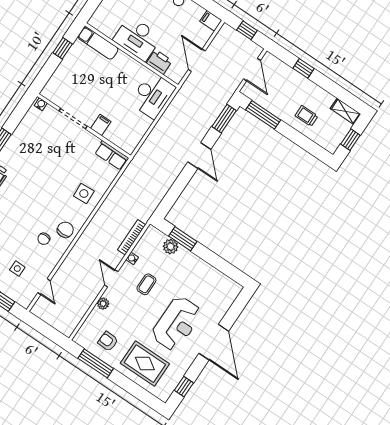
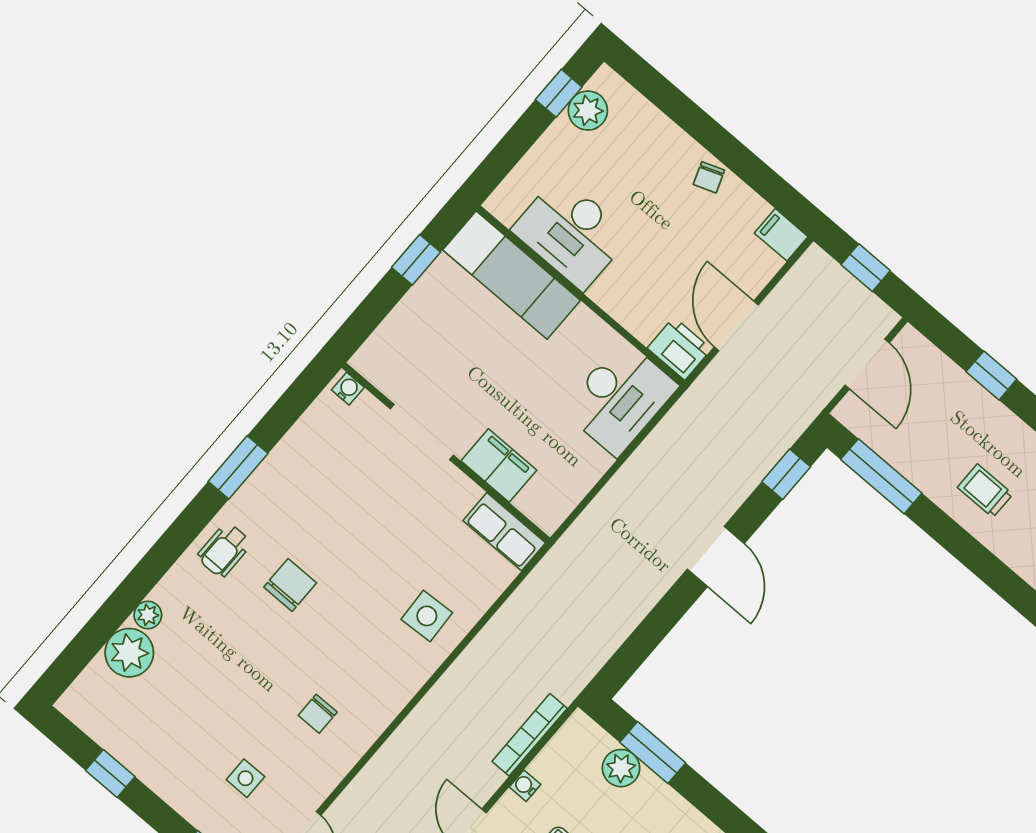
desk: (137, 38) -> (571, 233), moved
exam couch: (98, 43) -> (512, 275), width x1.36, depth x1.45
printer: (159, 62) -> (679, 349), moved
window: (224, 119) -> (786, 474), width x0.67
filing cabinet: (101, 125) -> (499, 466), width x2.00
chair: (65, 230) -> (290, 585), moved

